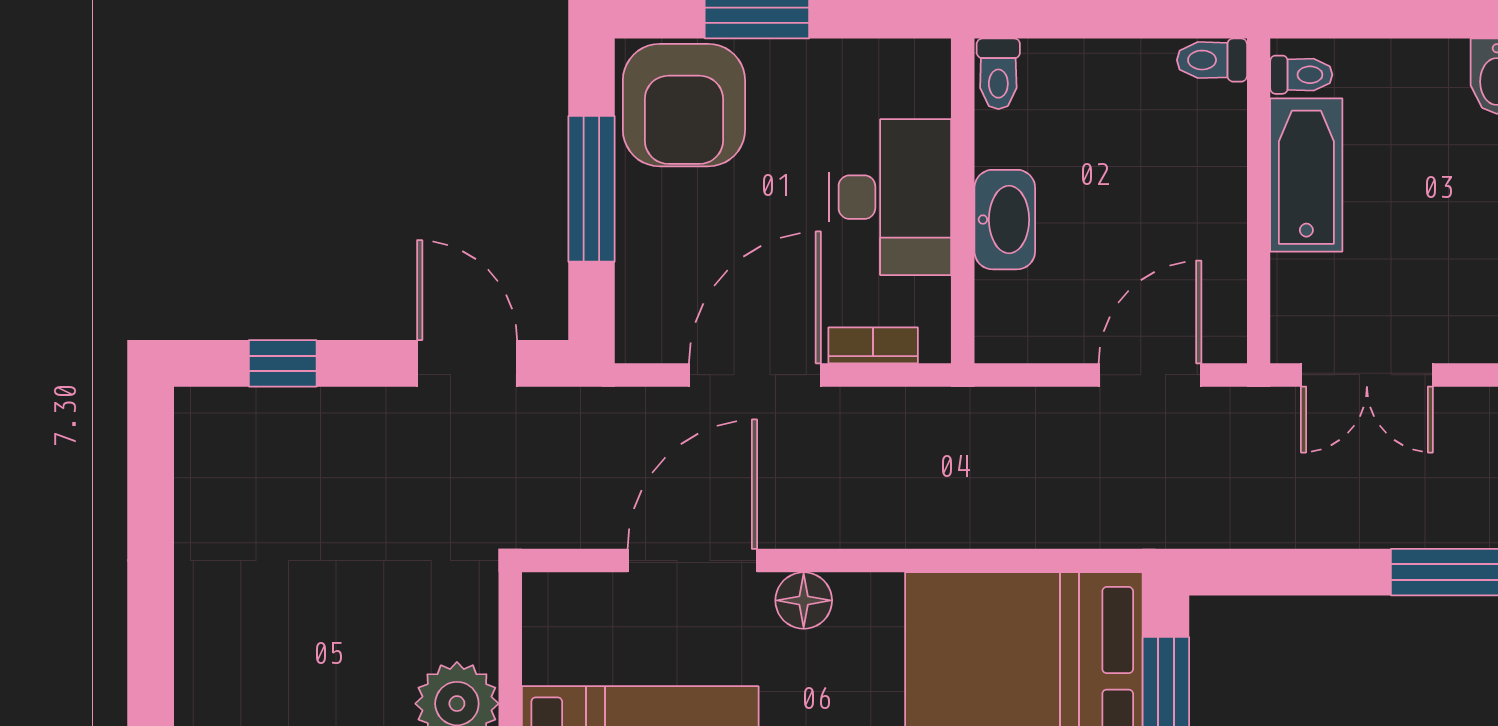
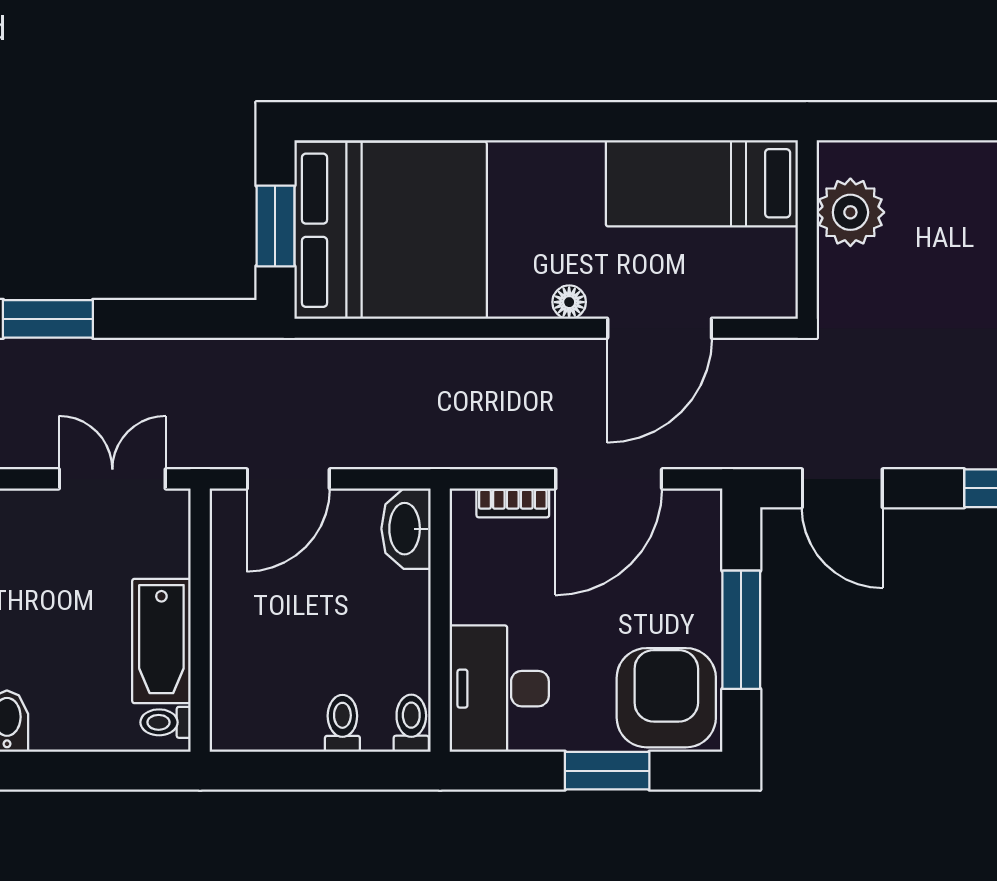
toilet: (1212, 60) -> (342, 723), moved, turned -90
desk: (890, 197) -> (499, 689), moved
washbasin: (1005, 220) -> (406, 529), moved
floor lamp: (804, 600) -> (569, 302), width x0.73, depth x0.73

